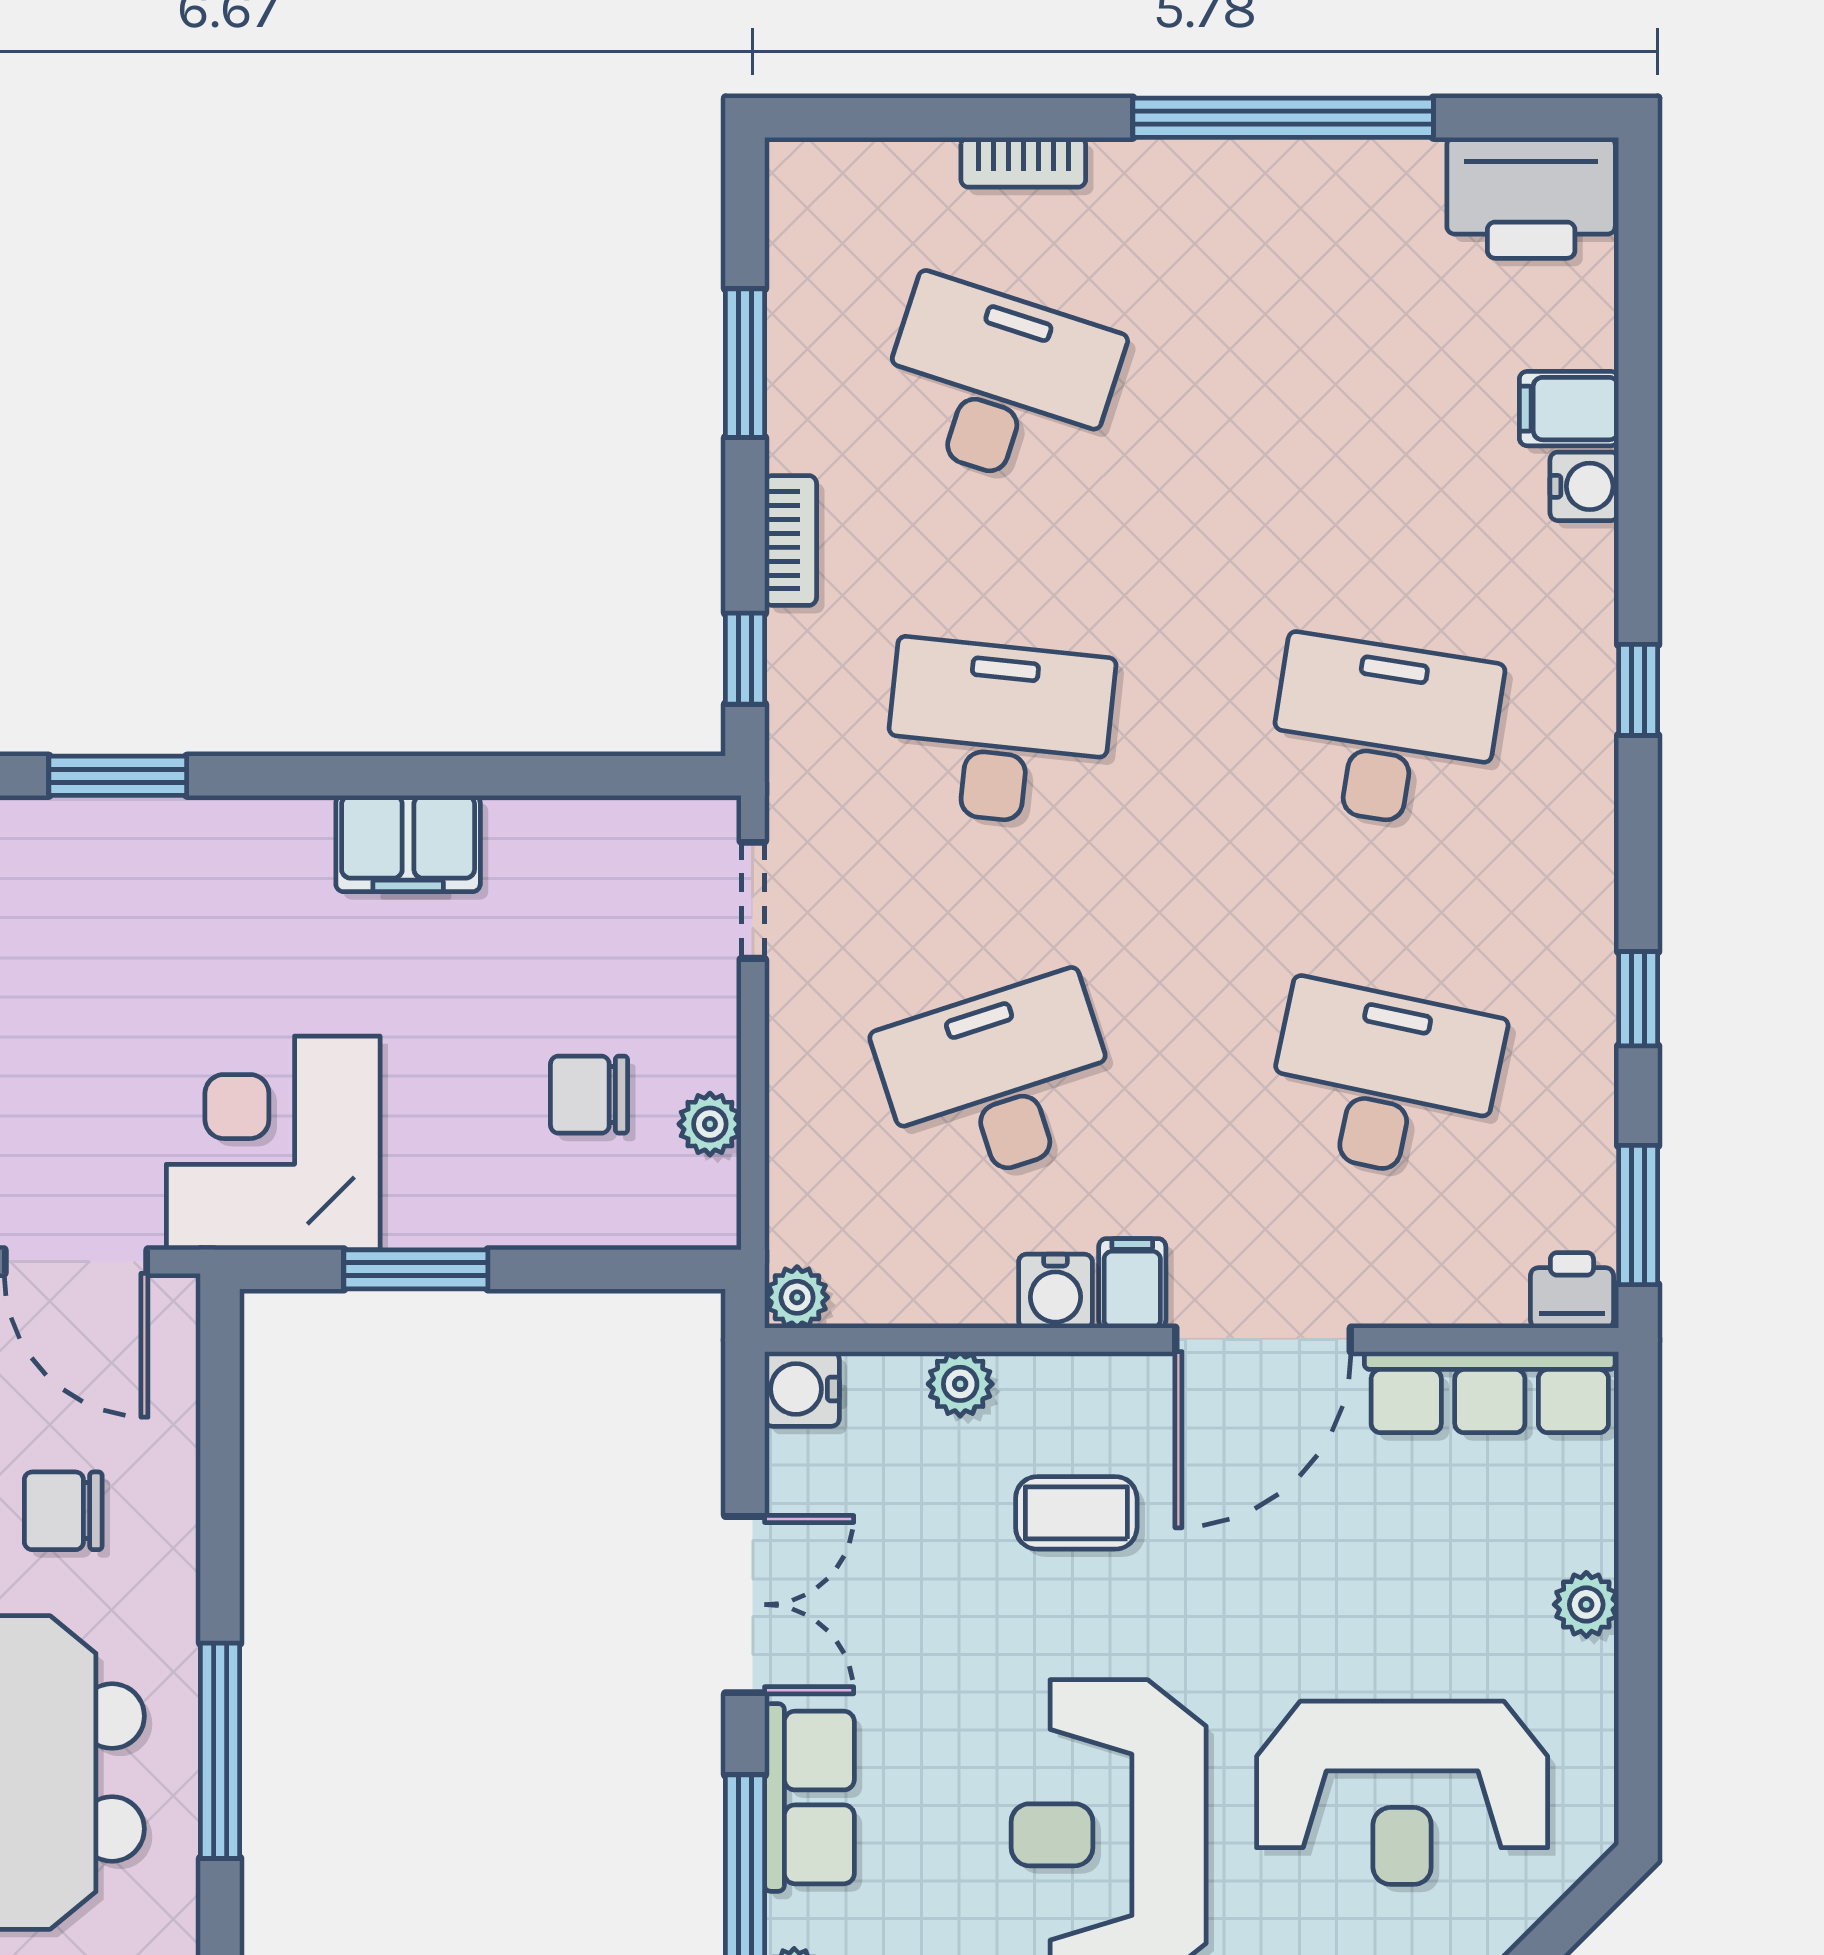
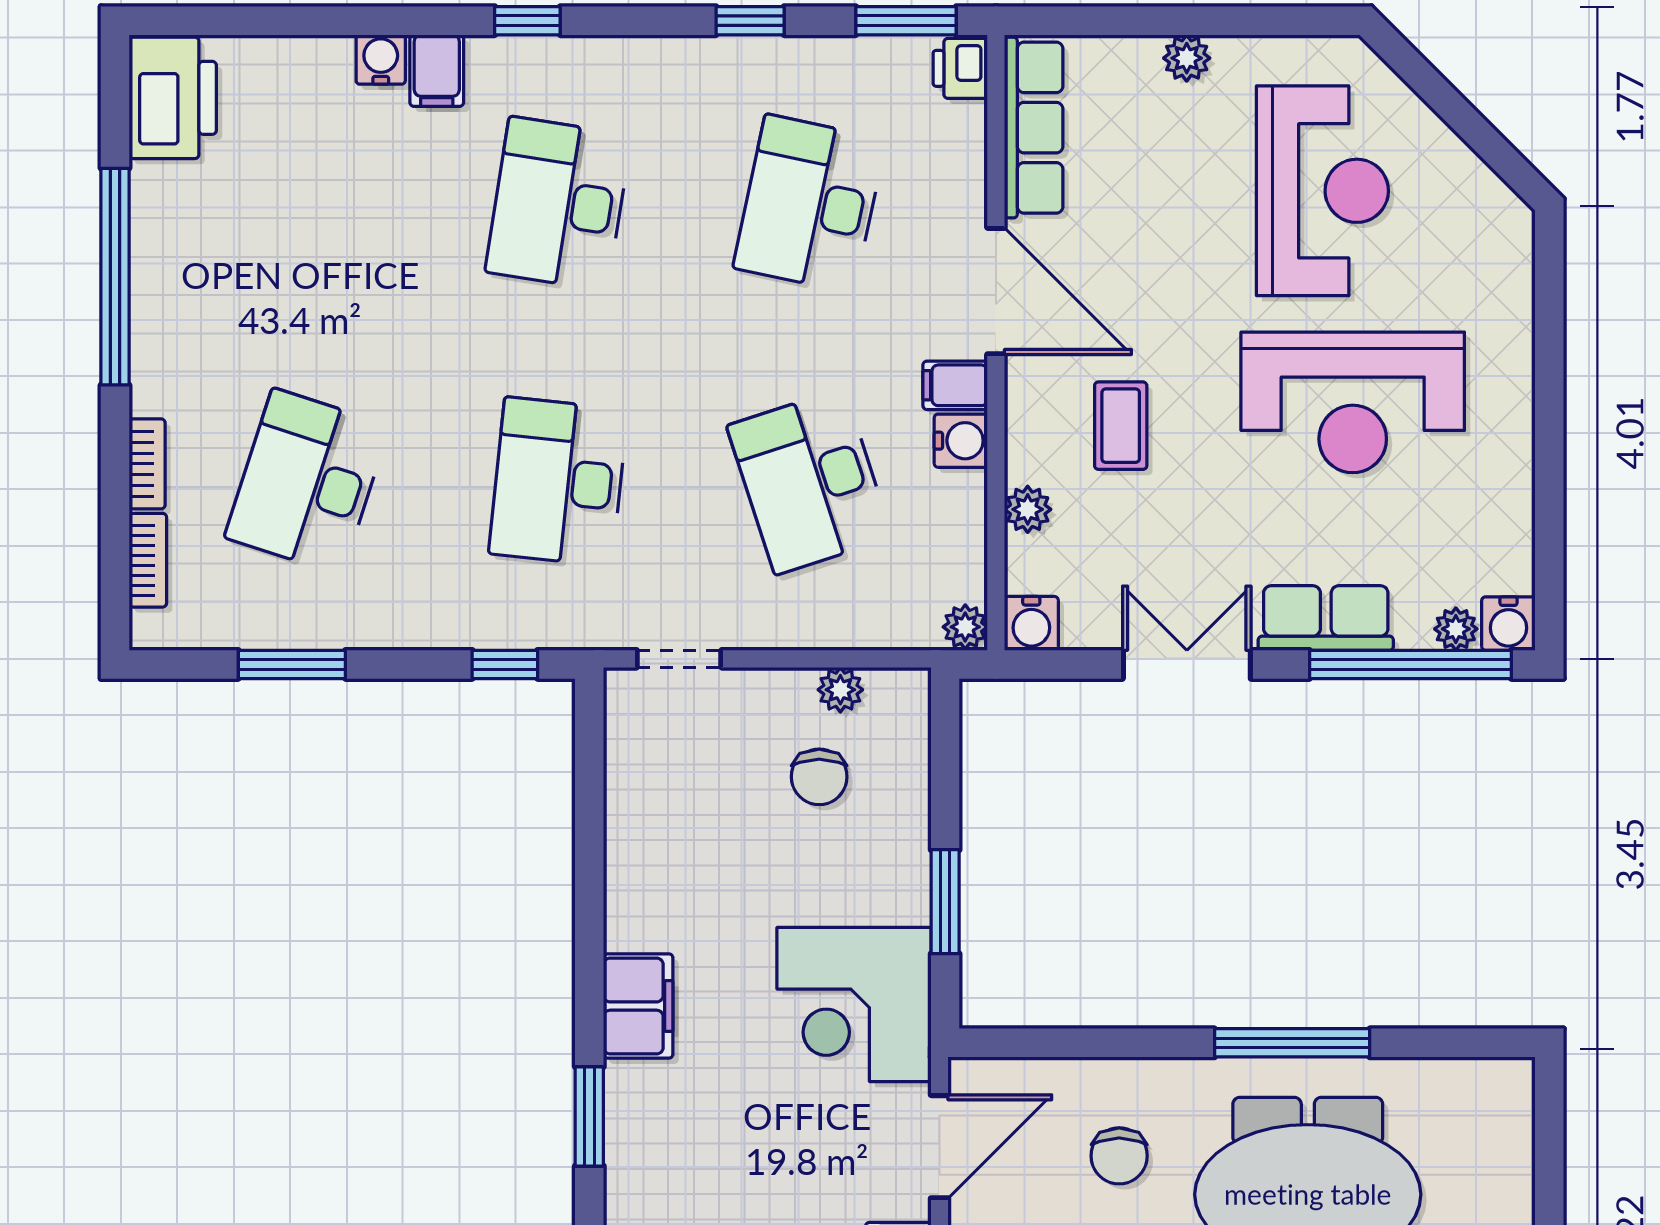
filing cabinet: (1569, 409) -> (437, 71), moved
bookcase: (791, 540) -> (148, 560), moved, turned 90
filing cabinet: (408, 844) -> (638, 1006), moved

